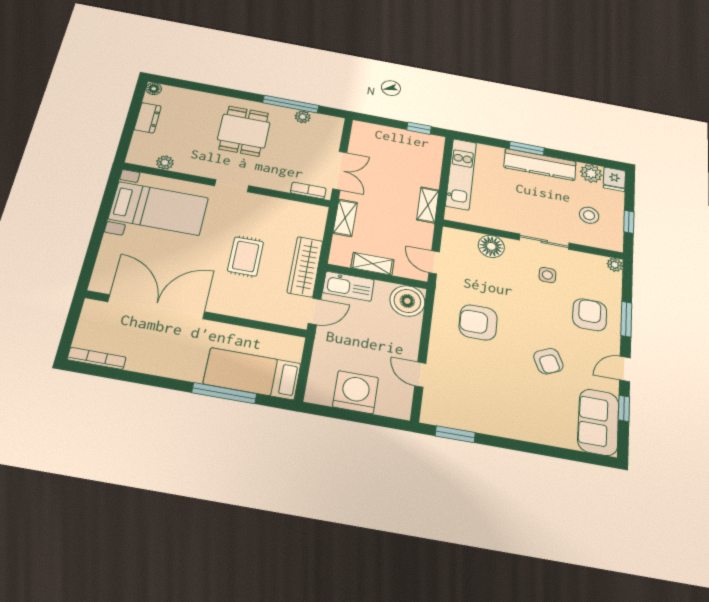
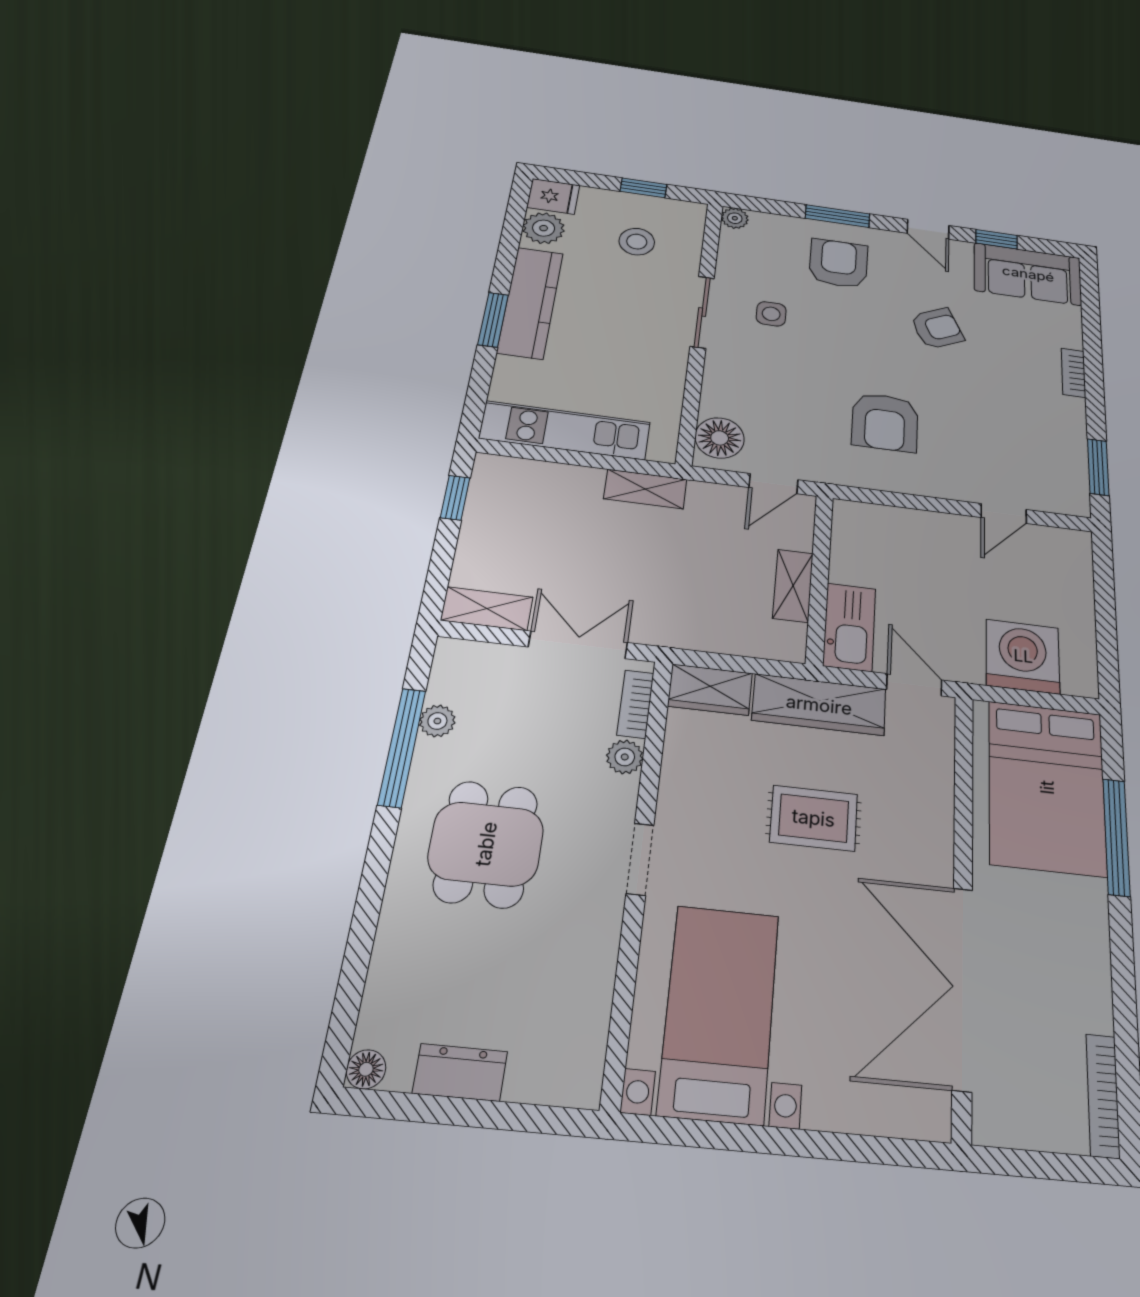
dining table: (244, 131) -> (486, 844), turned 90
plant: (165, 163) -> (625, 757), moved
shelving: (345, 218) -> (487, 609), moved
wardrobe: (315, 221) -> (710, 690), added
floor lamp: (491, 246) -> (720, 438), moved
boiler: (407, 301) -> (863, 529), removed
armchair: (590, 315) -> (839, 263), turned 90
bed: (252, 374) -> (1047, 787), width x1.50
washing machine: (356, 392) -> (1023, 656), moved, turned 90
bookcase: (524, 434) -> (1073, 373), added

